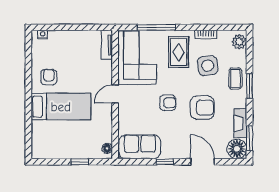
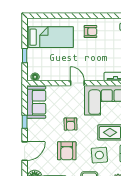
bed: (61, 107) -> (50, 37), moved, turned -90

